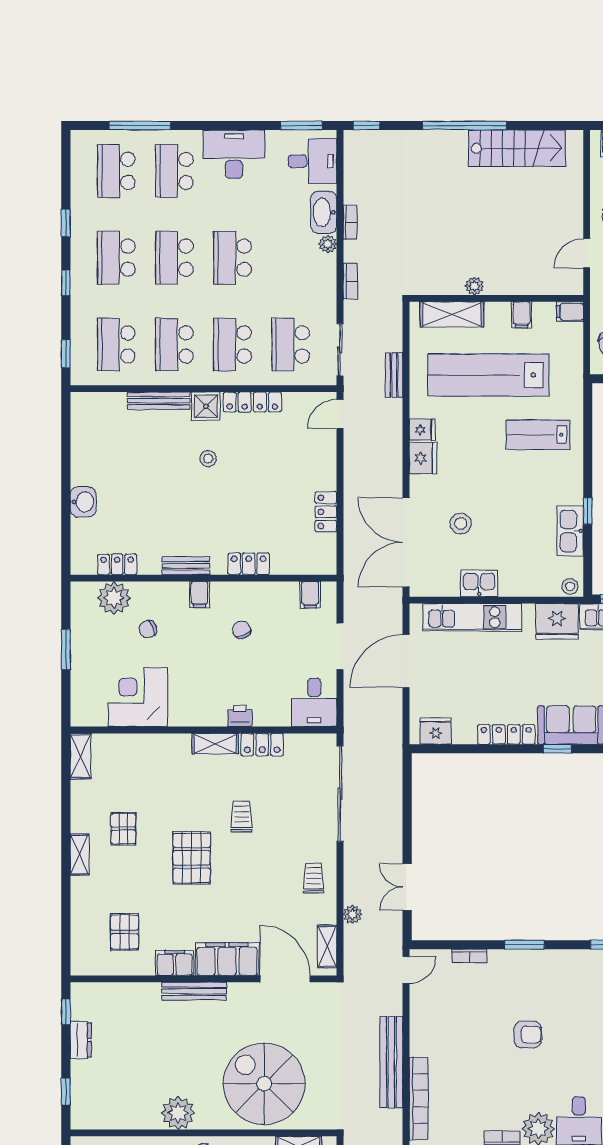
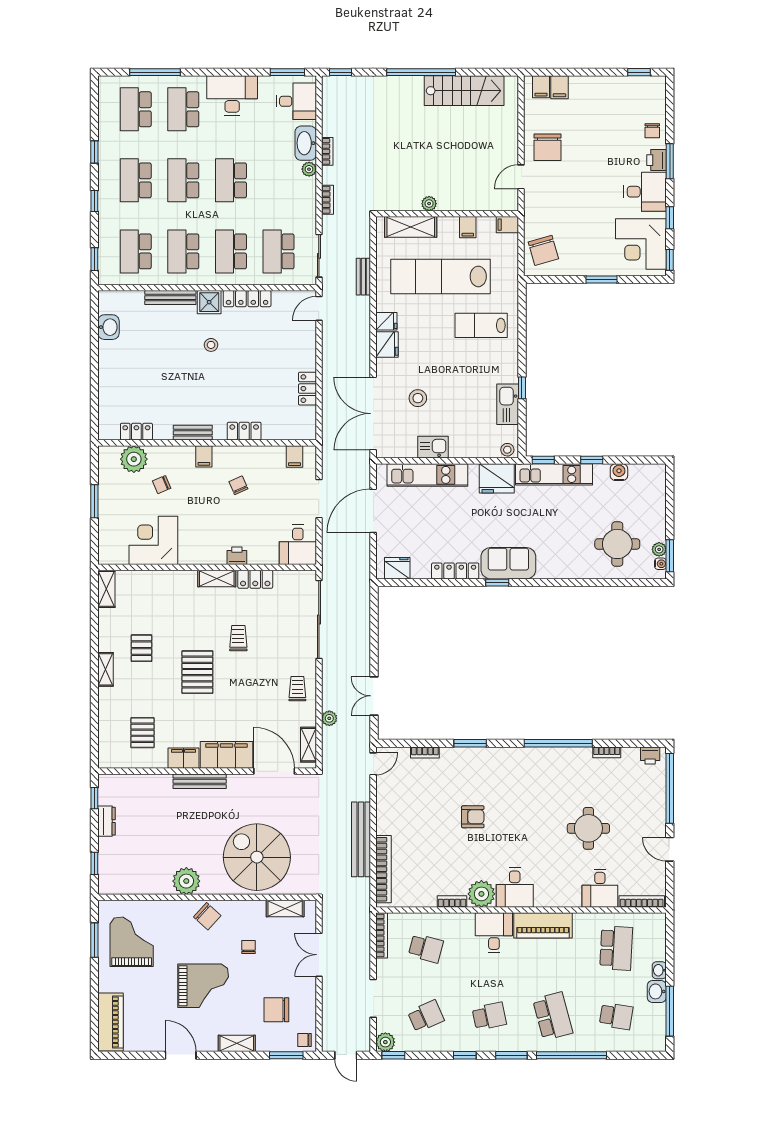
washbasin: (83, 502) -> (109, 327), moved

